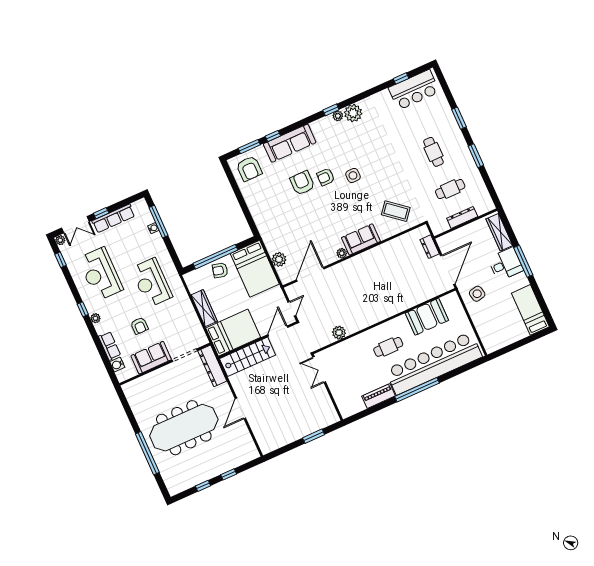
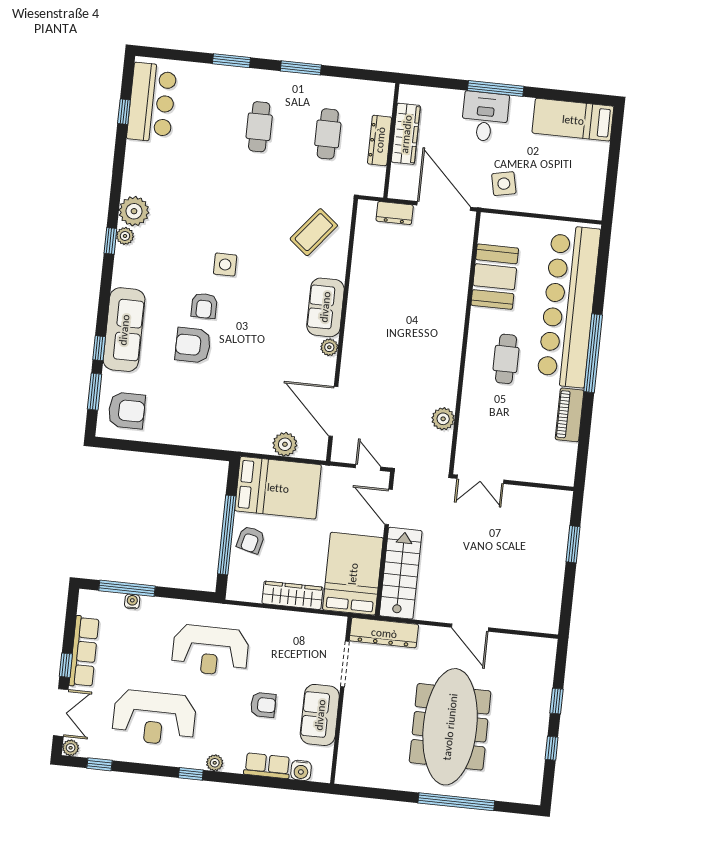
cafe table: (433, 152) -> (259, 127), turned 90
wardrobe: (499, 232) -> (406, 134), moved, turned -90

